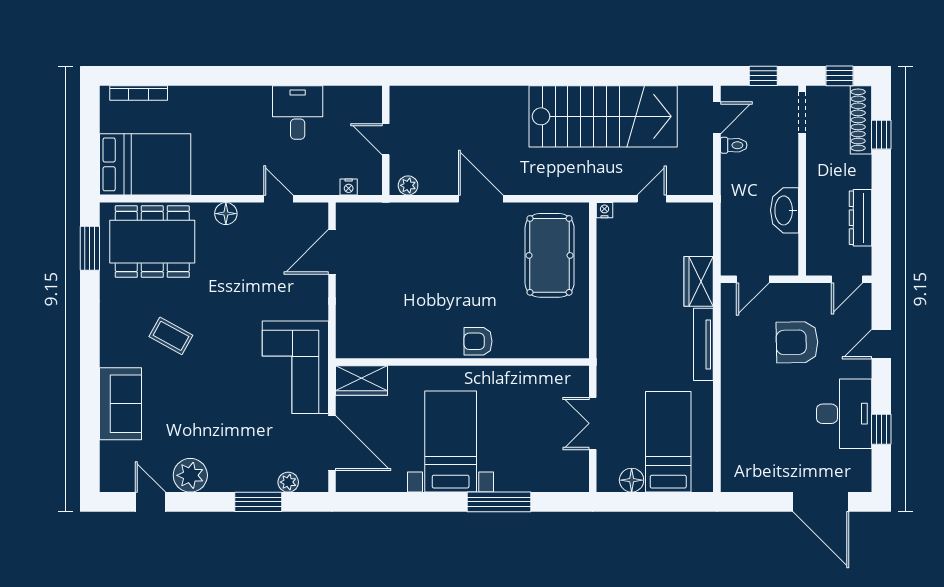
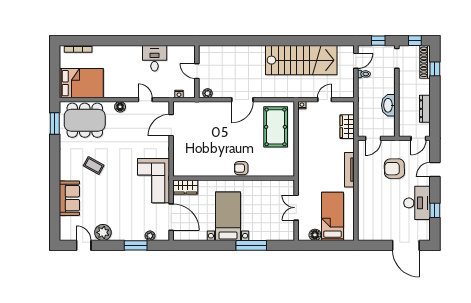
door: (481, 199) -> (242, 100), swing flipped
wardrobe: (699, 281) -> (347, 127), moved

